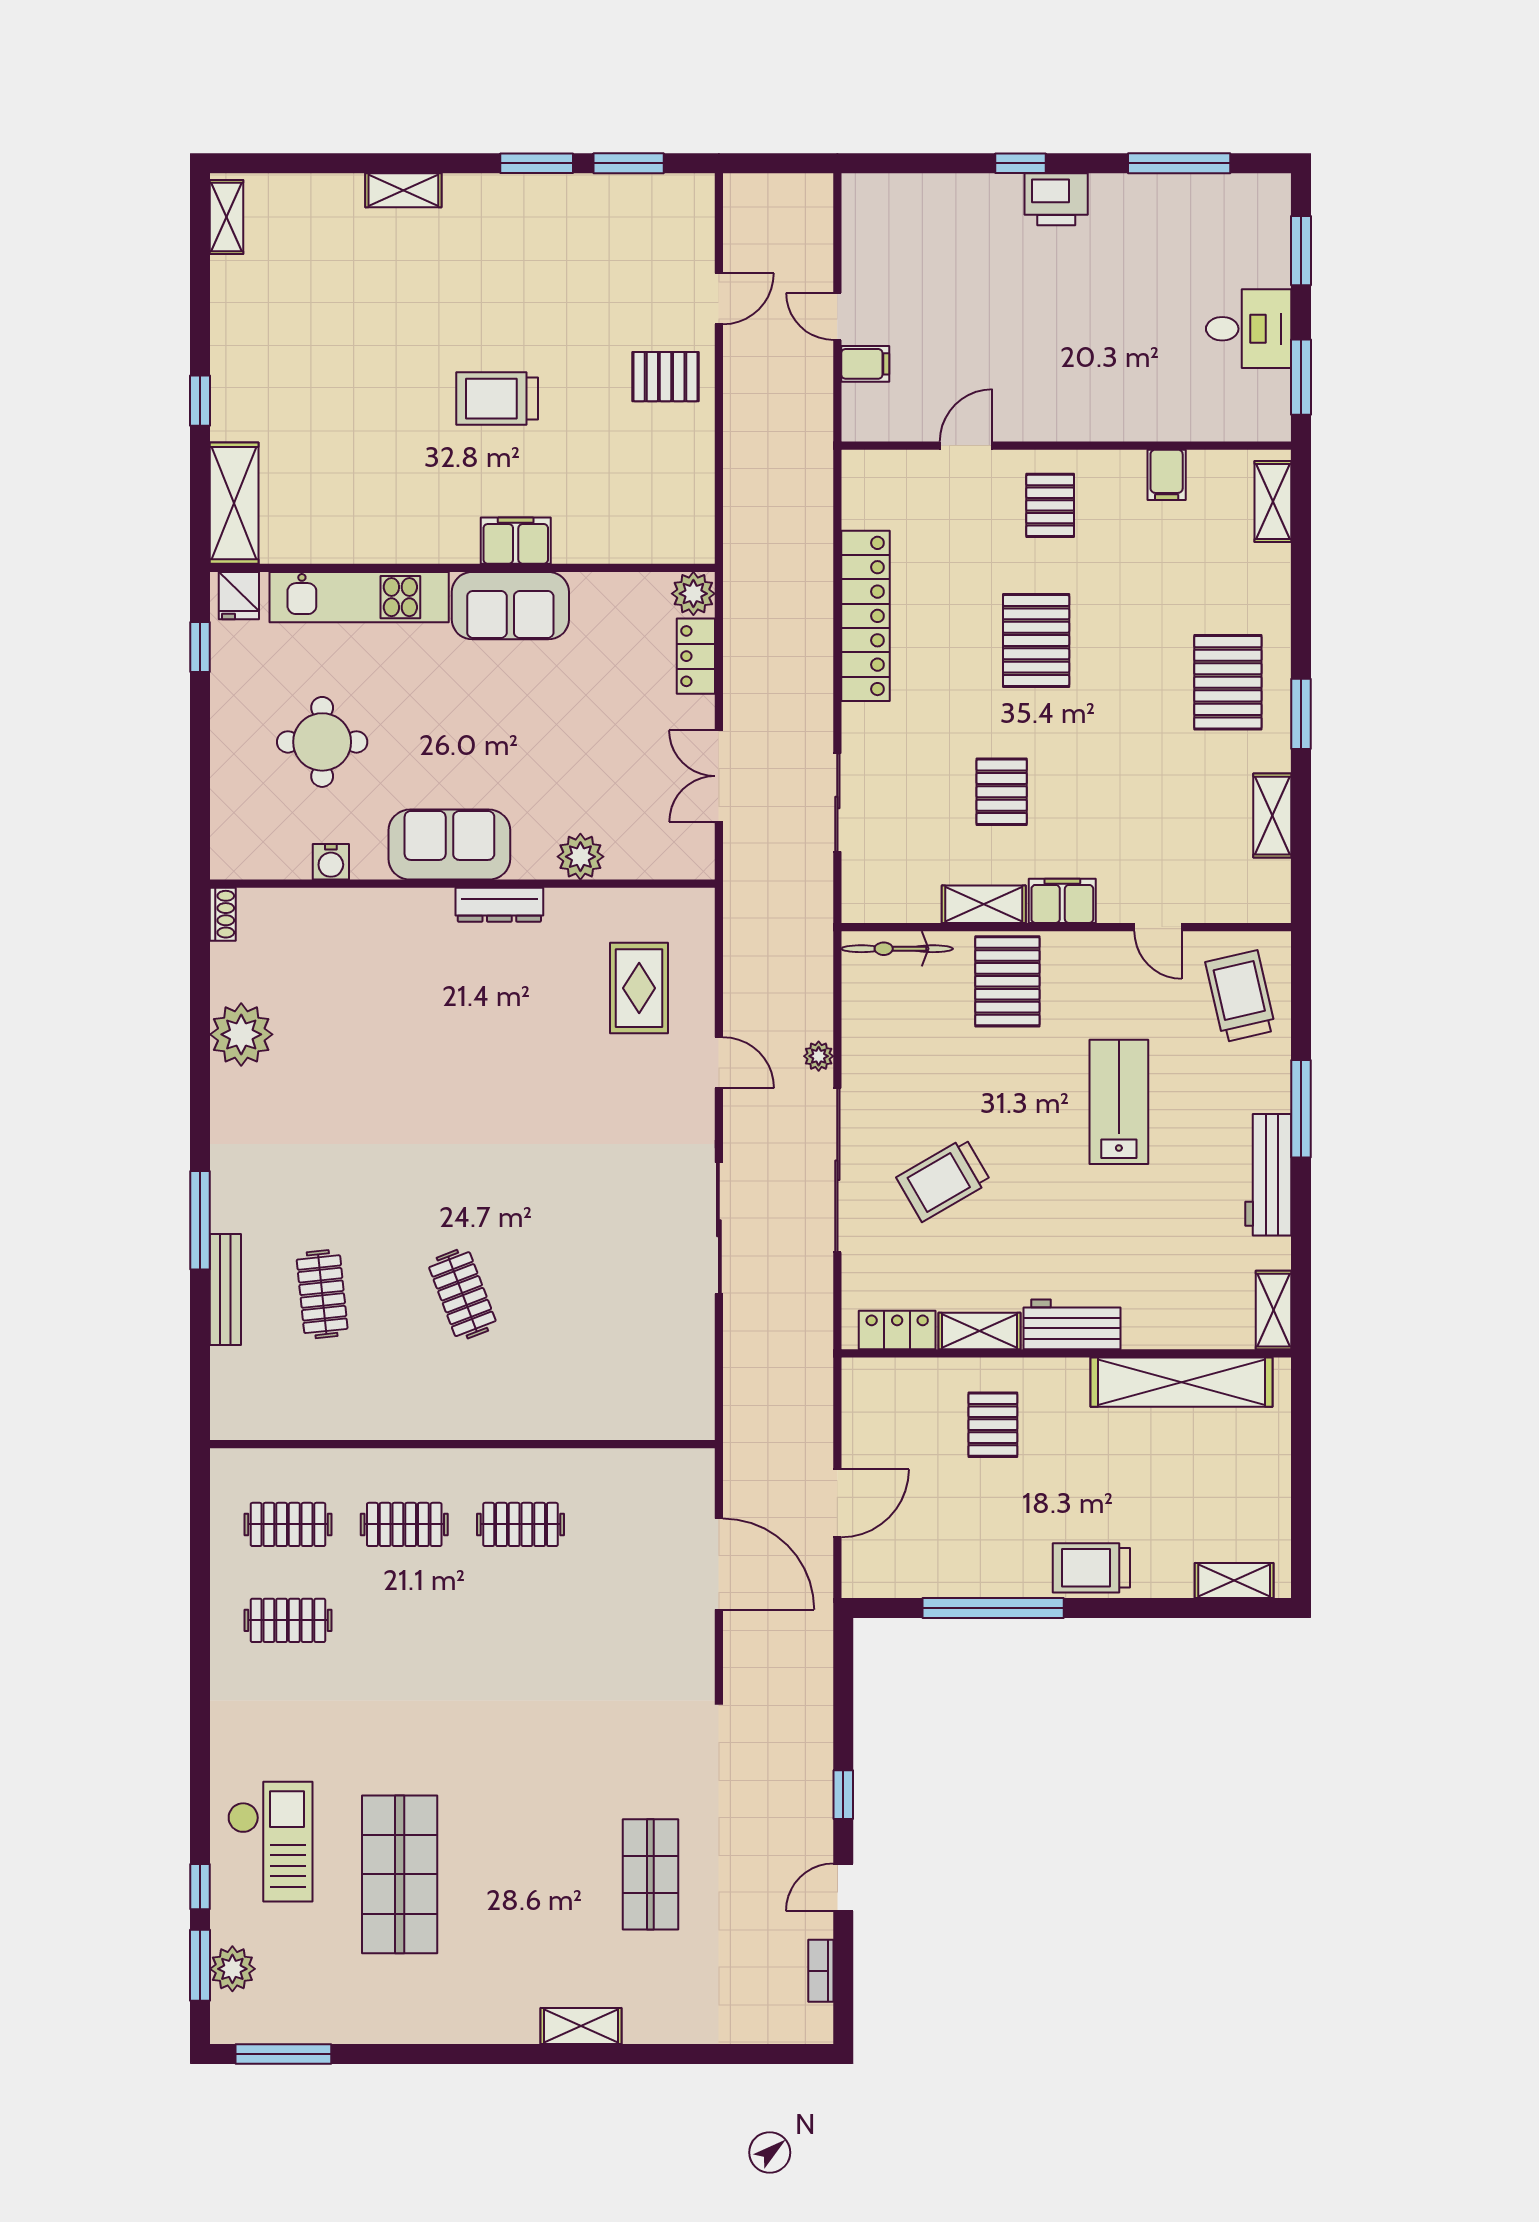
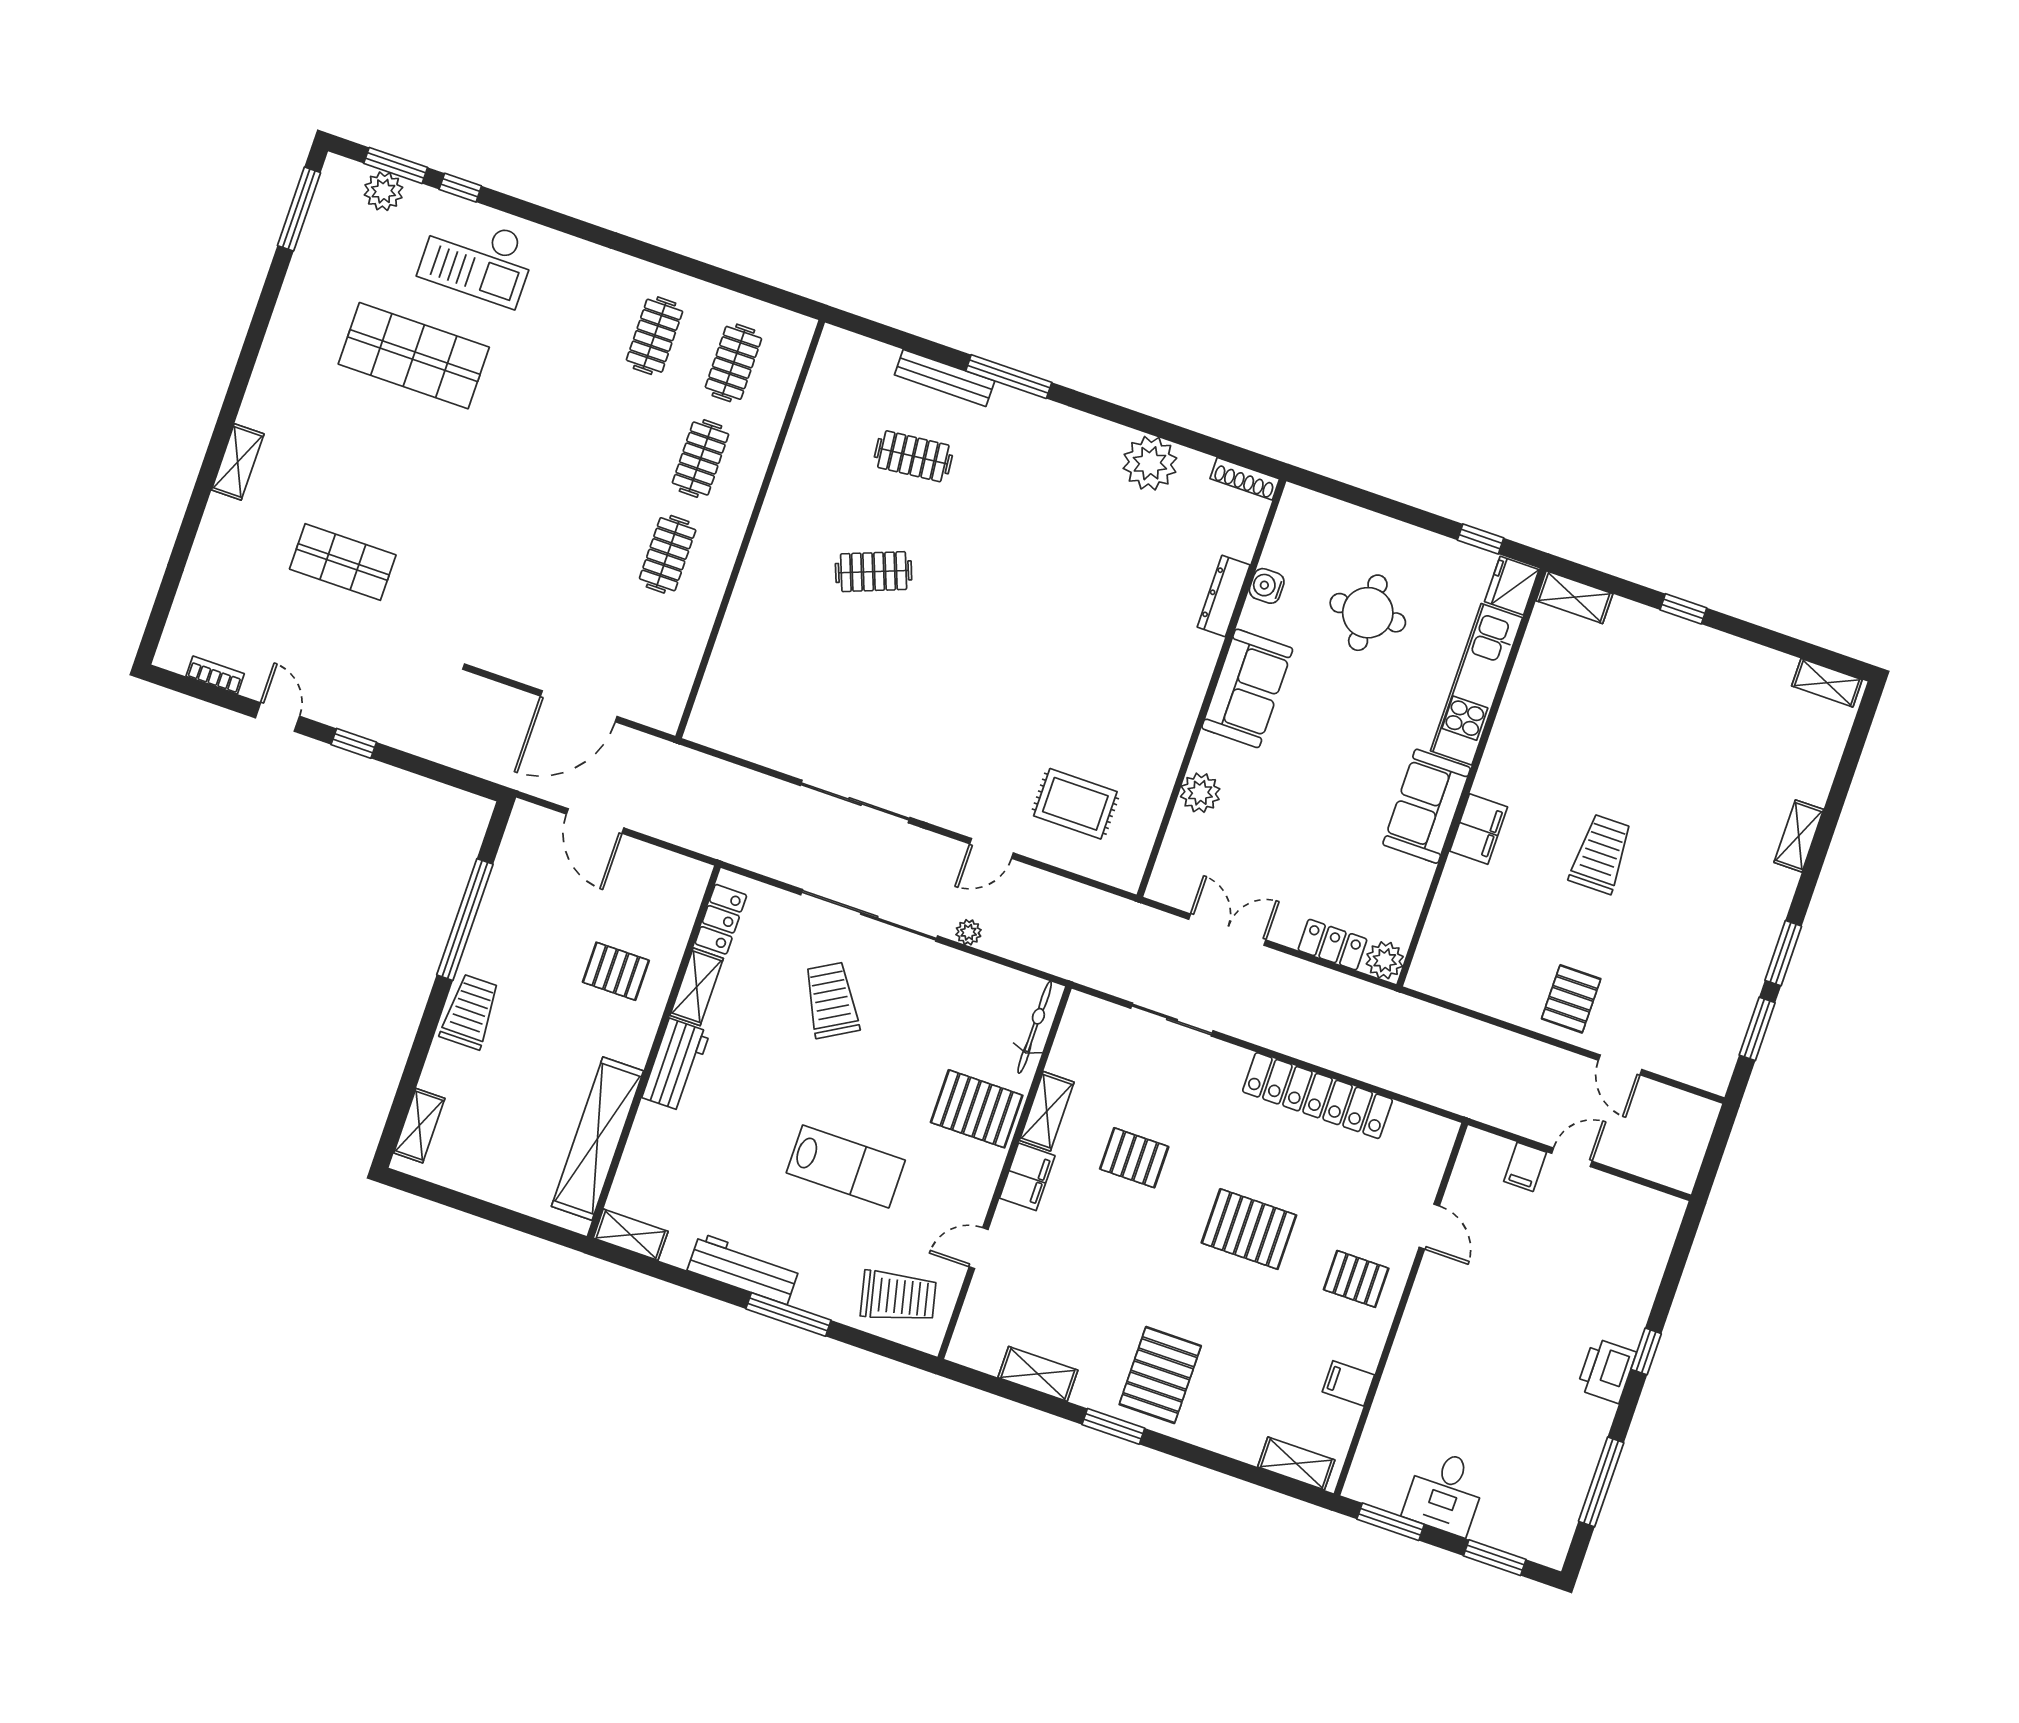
shelving: (234, 503) -> (1574, 597), width x0.67, depth x0.75
fridge: (239, 596) -> (1512, 586), width x1.38
pallet: (1228, 682) -> (1160, 1375), turned 90
dresser: (499, 905) -> (1224, 596), moved
shoe rack: (223, 914) -> (1245, 479), width x1.43

